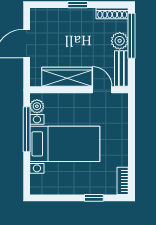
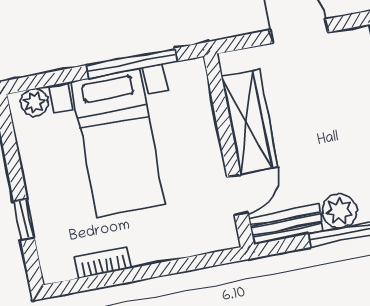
plant: (37, 106) -> (34, 103), moved
bookcase: (123, 181) -> (103, 263), moved

